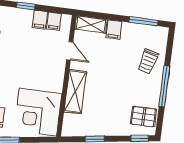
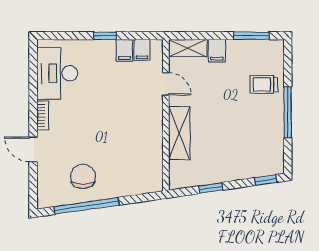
trolley: (148, 61) -> (264, 84), turned 76
corner desk: (38, 112) -> (137, 164), removed
pallet: (143, 117) -> (267, 153), removed

